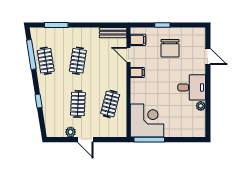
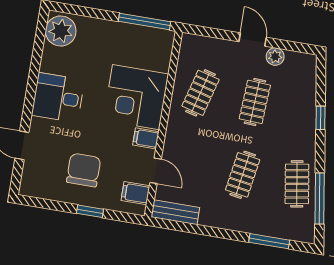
plant: (201, 106) -> (61, 31), moved, width x1.87, depth x1.87
corner desk: (147, 121) -> (136, 97), moved

